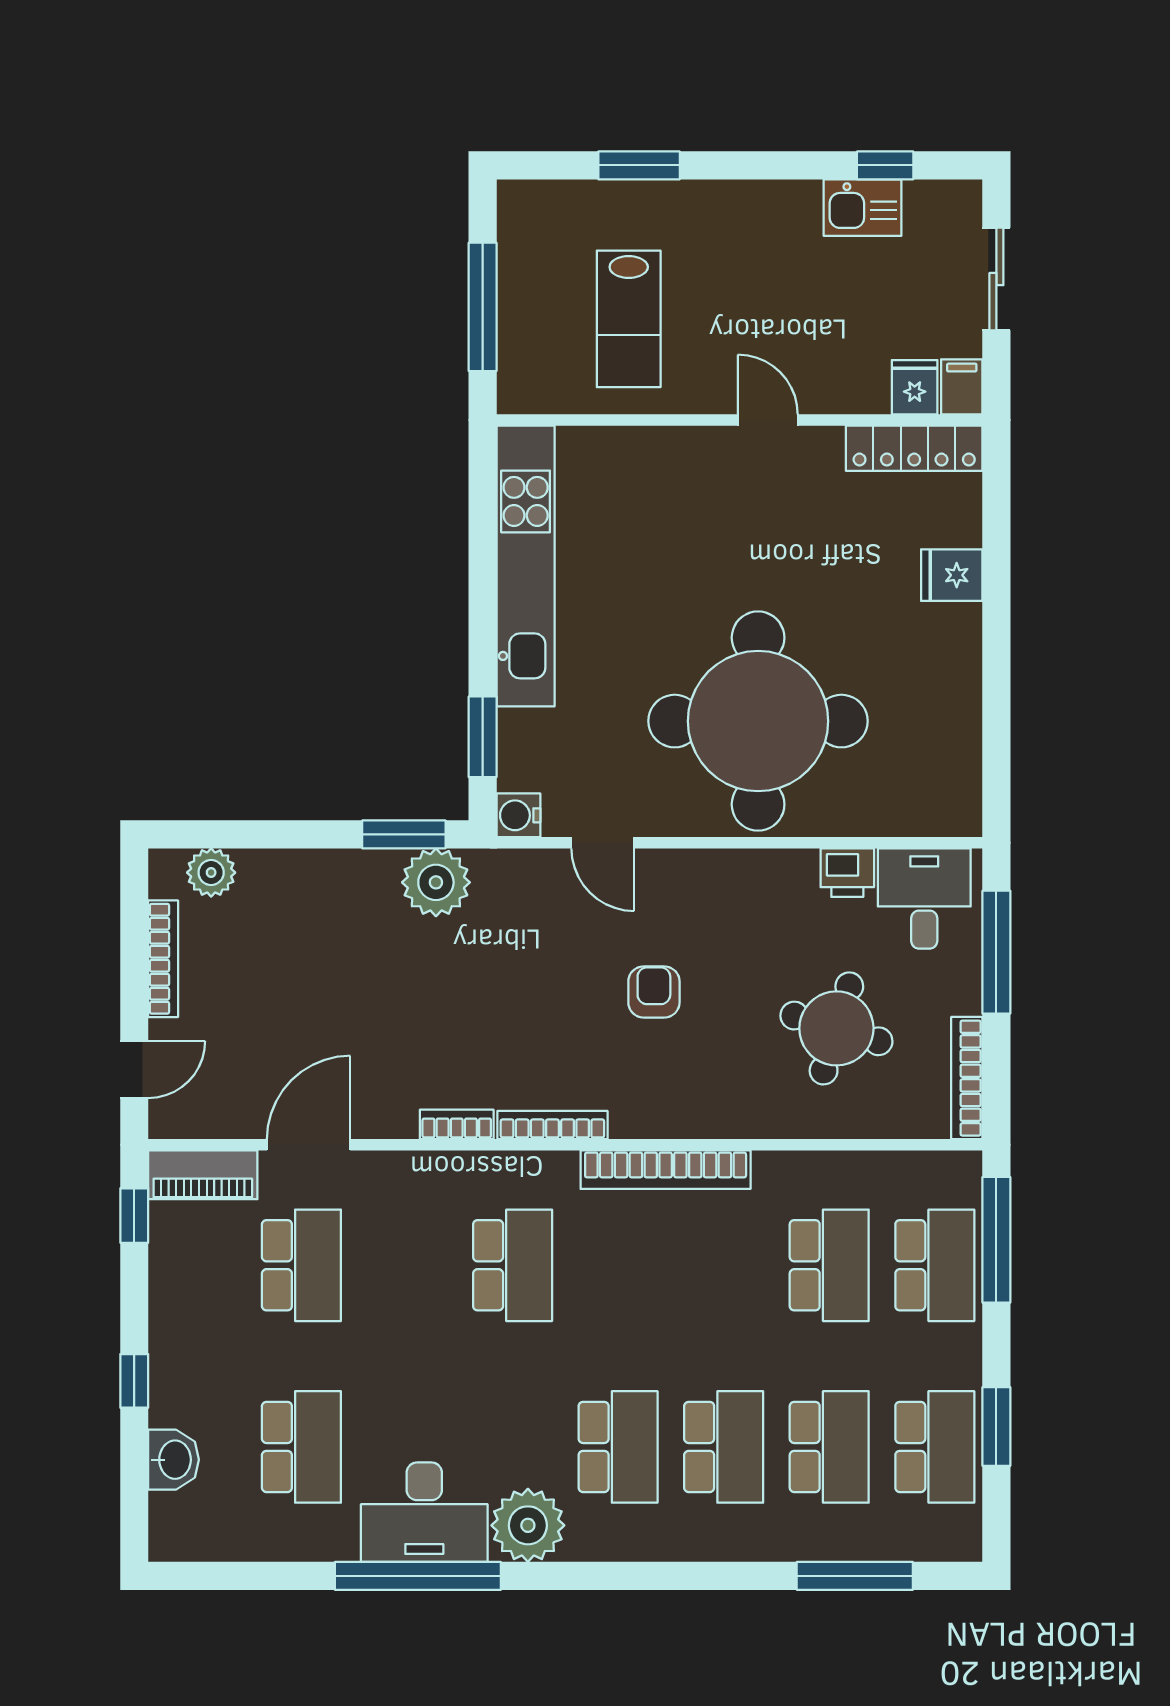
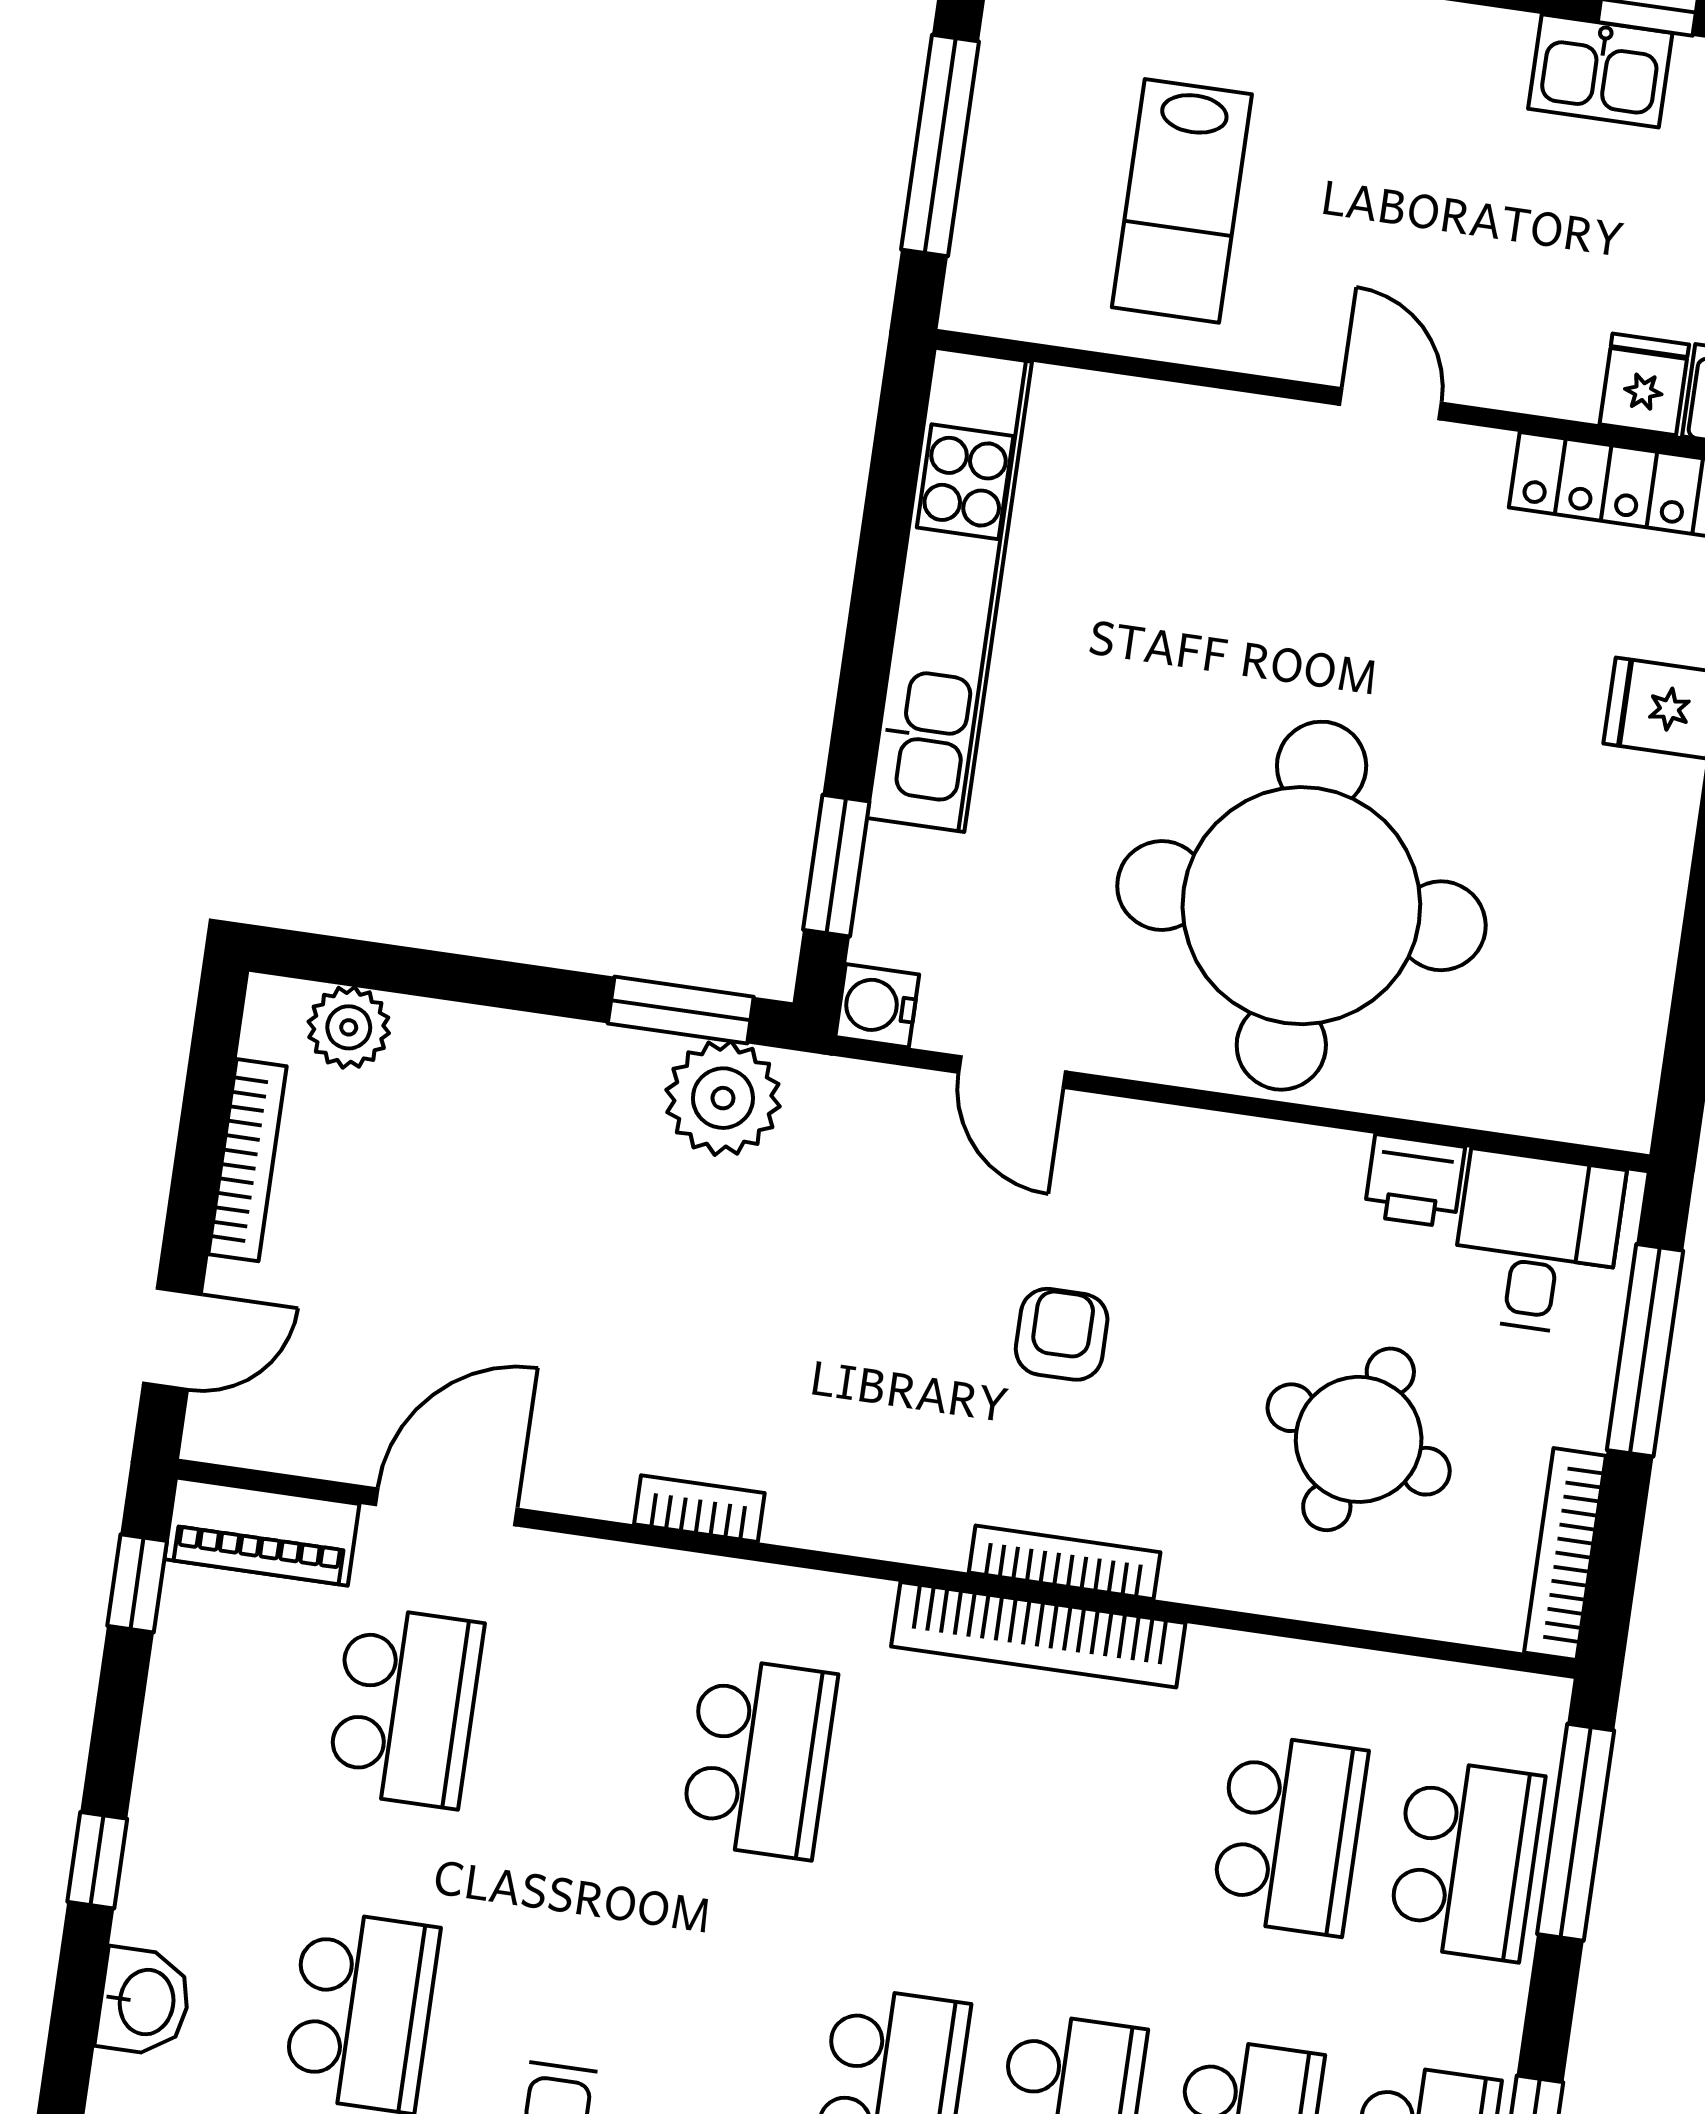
bookcase: (552, 1125) -> (1065, 1562), moved

